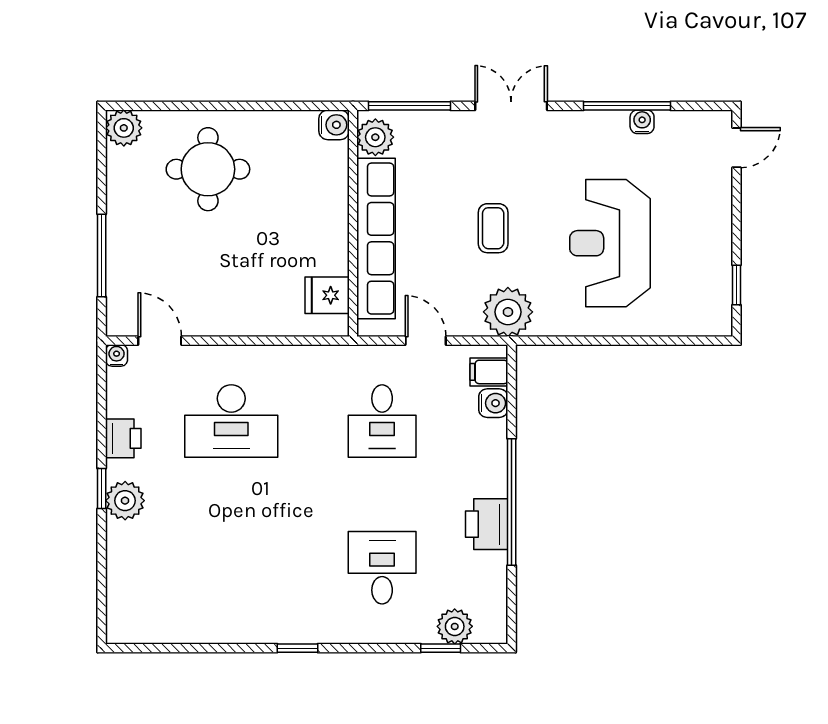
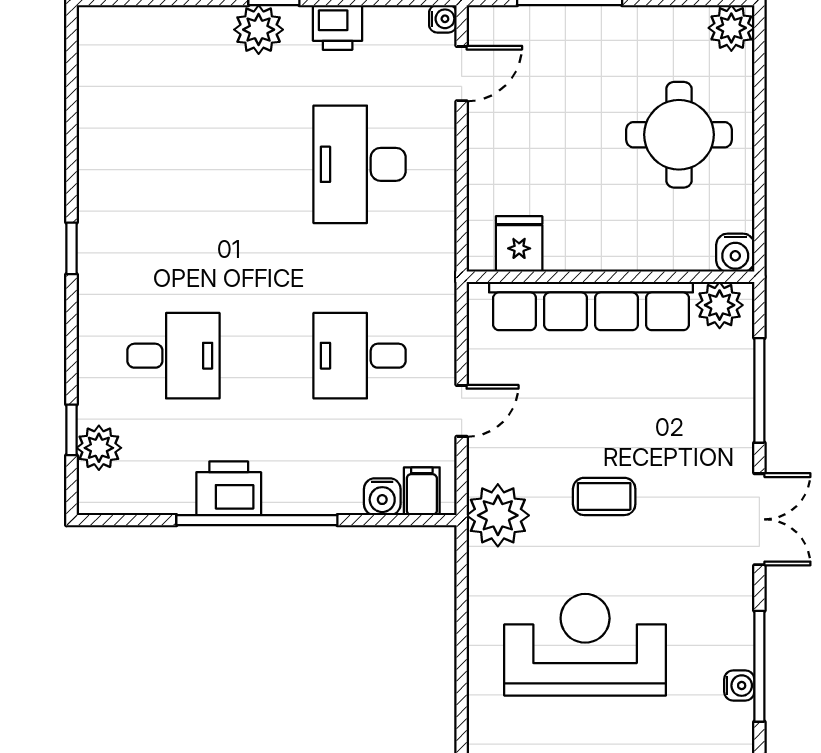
water cooler: (334, 125) -> (735, 253), moved
plant: (375, 137) -> (720, 305), moved
wall: (353, 223) -> (610, 277), moved
row of seats: (376, 239) -> (591, 306), moved
fridge: (327, 295) -> (519, 244), moved

